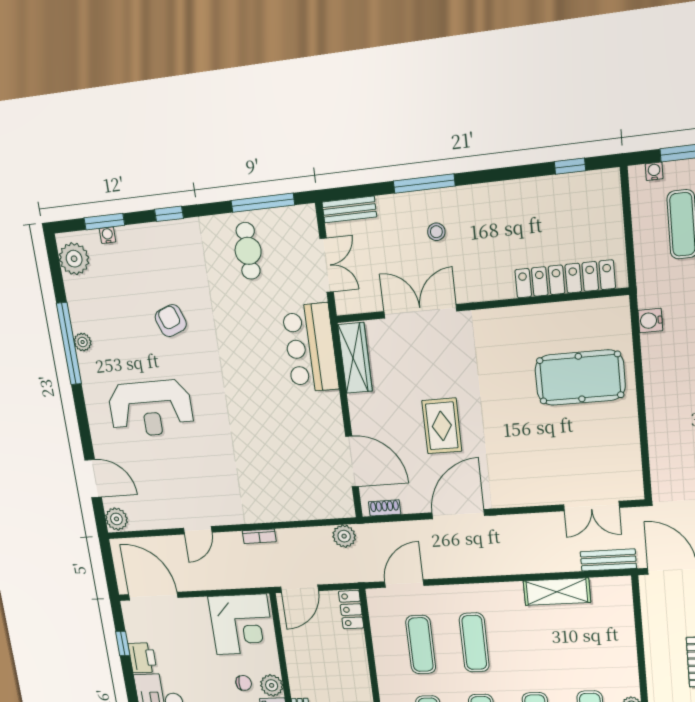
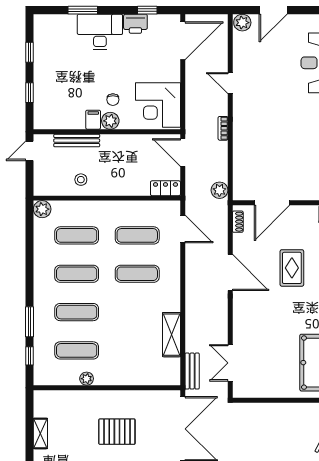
rug: (442, 426) -> (292, 268), turned 90

